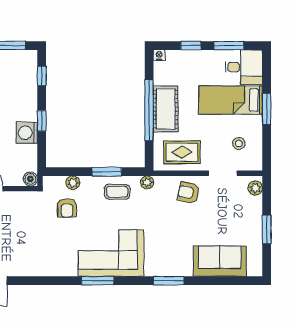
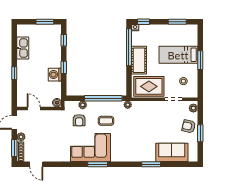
window: (191, 46) -> (143, 22), moved
desk: (244, 67) -> (186, 35), removed
window: (149, 110) -> (129, 47), moved
rug: (182, 152) -> (149, 86), width x1.36, depth x1.43
window: (107, 172) -> (103, 98), width x2.11
coffee table: (117, 192) -> (106, 121), moved
armchair: (188, 193) -> (189, 126), moved
corner sofa: (111, 253) -> (90, 148), moved
window: (169, 281) -> (151, 164), moved

